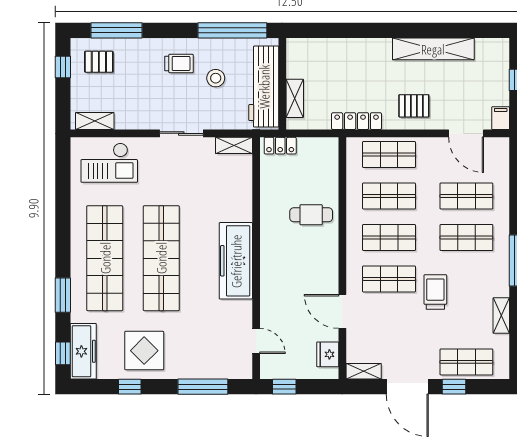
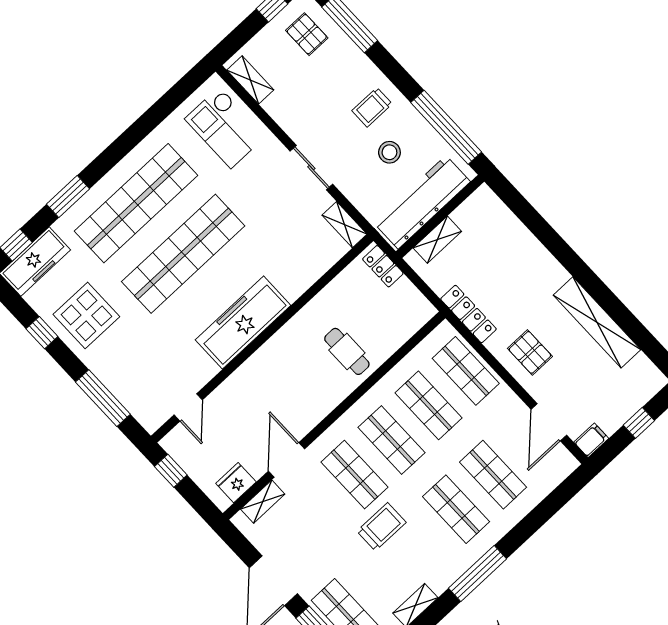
trolley: (179, 63) -> (372, 107), turned 90
shelving: (364, 371) -> (263, 502), moved, turned 90

